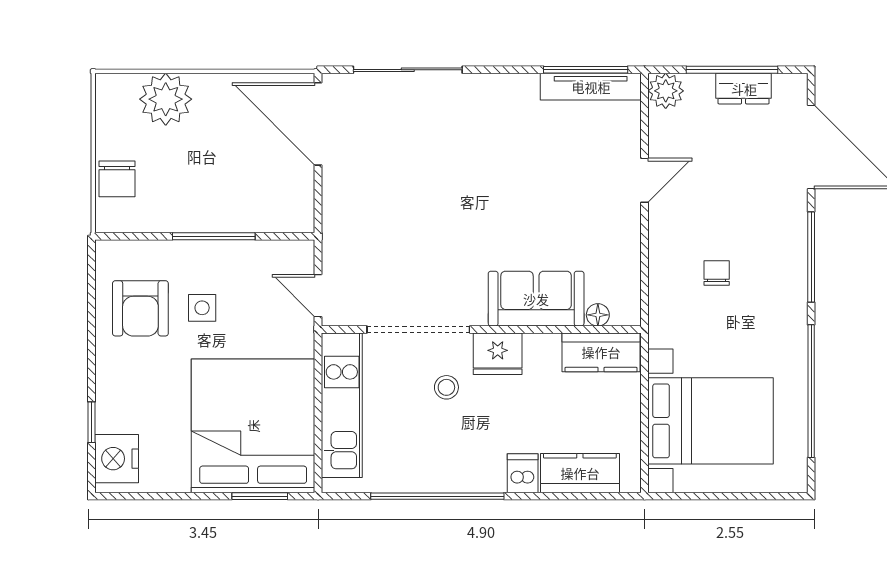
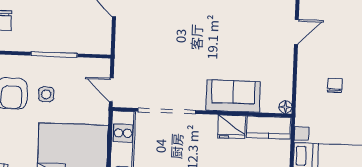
floor lamp: (598, 315) -> (285, 107), moved
fridge: (498, 354) -> (232, 127), moved
stool: (446, 387) -> (181, 144), removed

